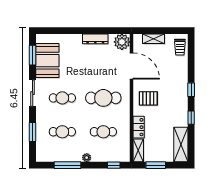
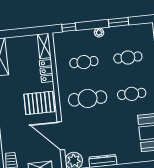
pallet: (148, 98) -> (39, 103), width x1.50, depth x1.42
window: (68, 165) -> (119, 22), width x0.69
window: (156, 165) -> (24, 32), removed

